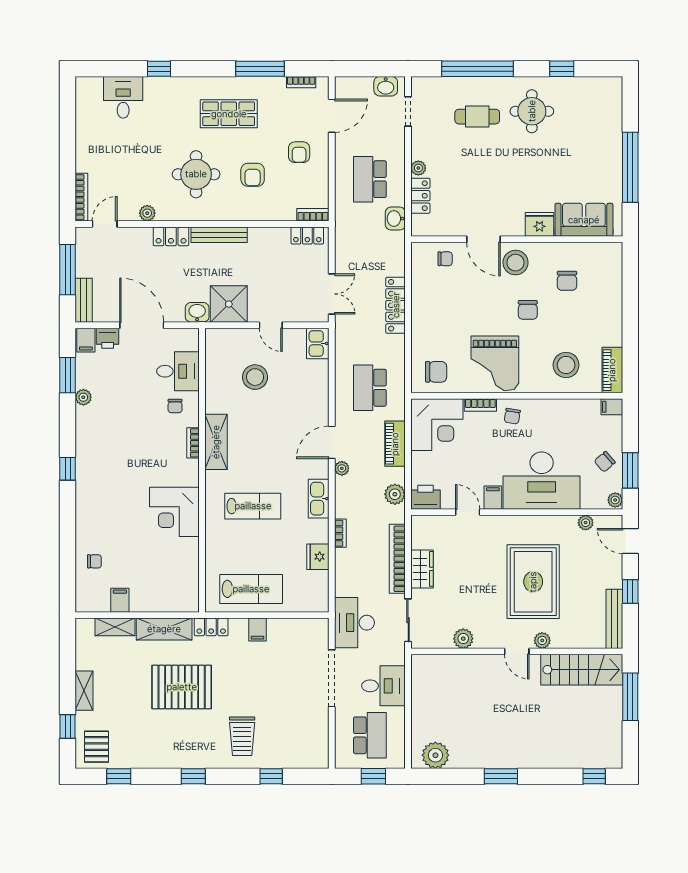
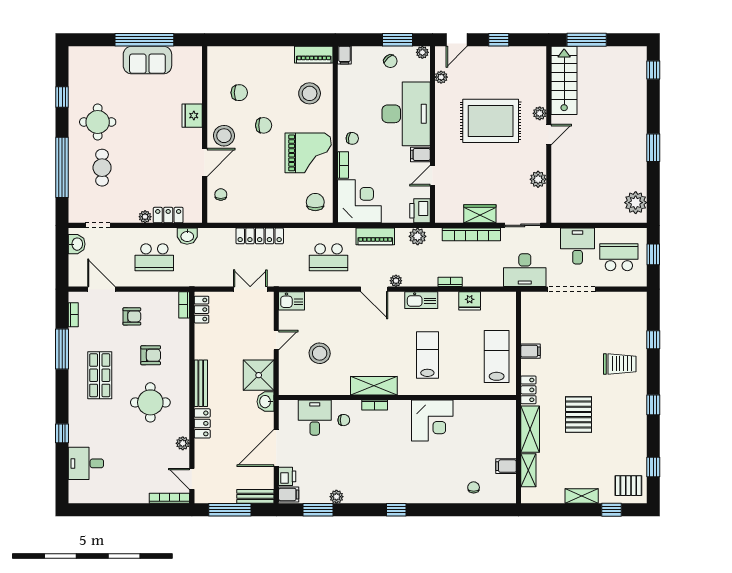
sofa: (584, 220) -> (147, 60), moved, turned -90
bench: (614, 619) -> (522, 53), removed
pallet: (182, 687) -> (579, 415), width x0.73, depth x0.71

